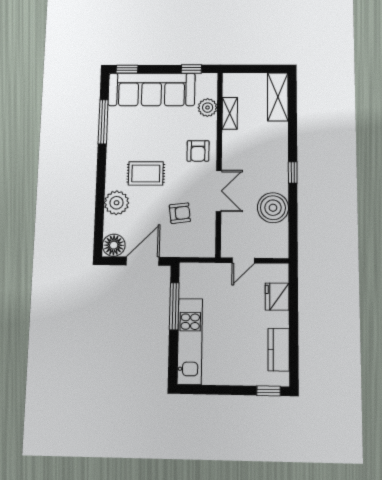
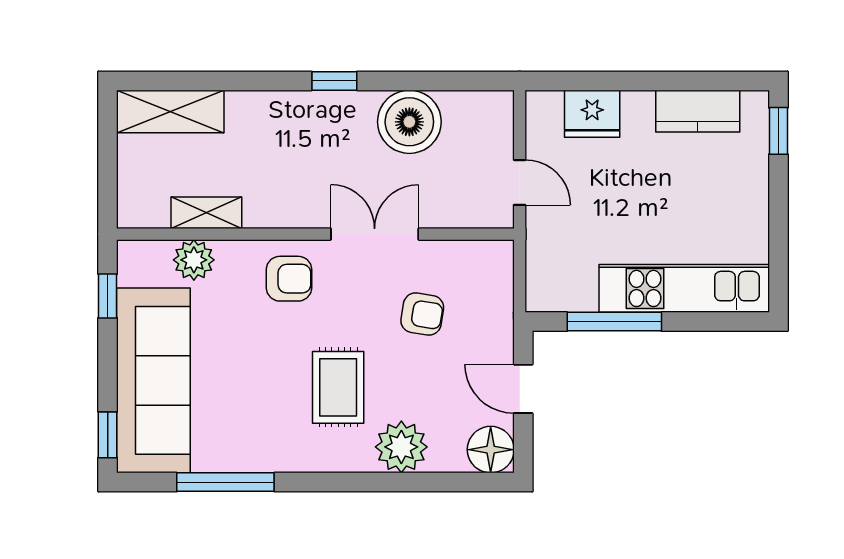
armchair: (180, 213) -> (422, 314), turned 106
door: (143, 261) -> (523, 389), width x0.73

